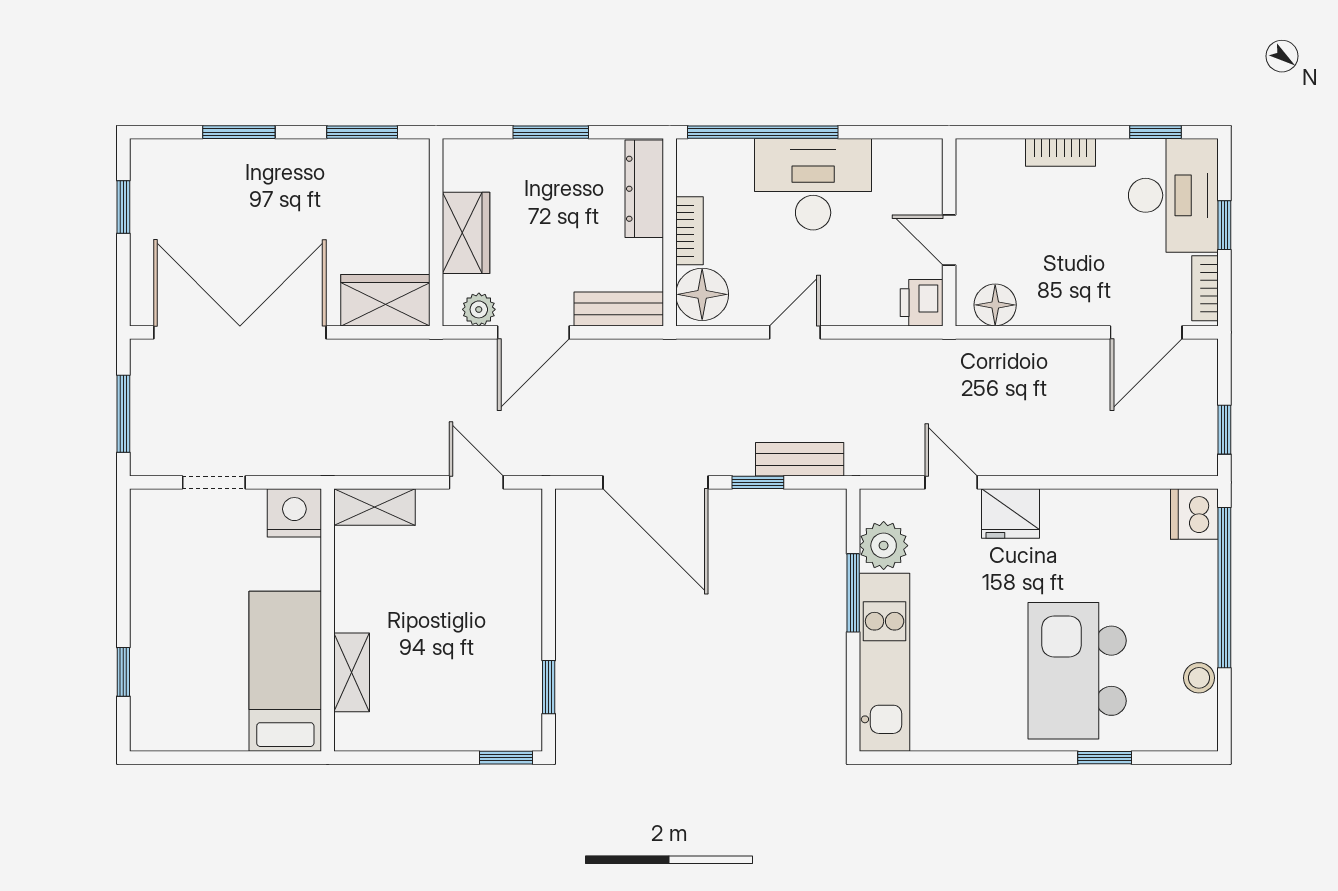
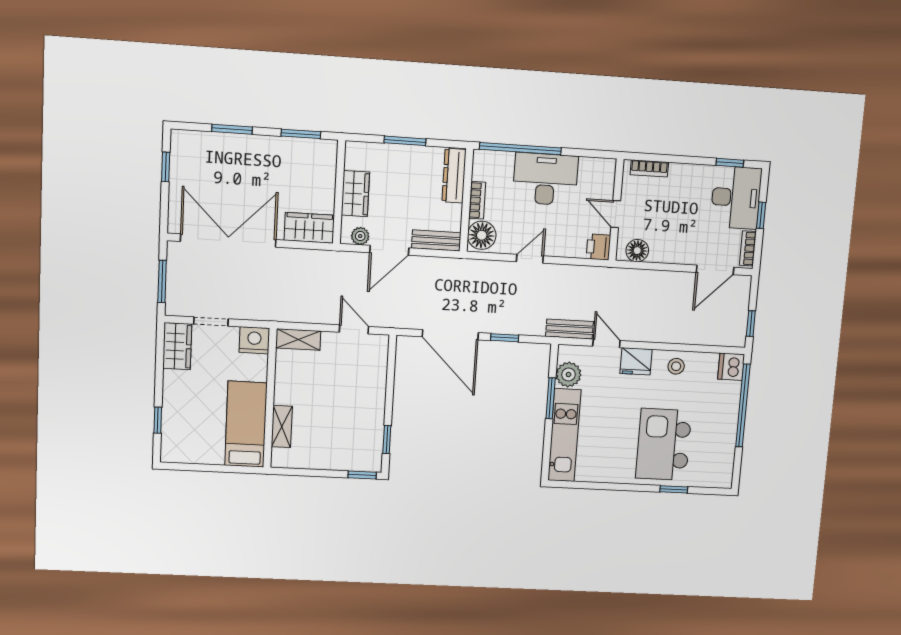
bookcase: (1060, 152) -> (649, 168), moved
bench: (800, 459) -> (569, 329), moved
wardrobe: (154, 532) -> (177, 346), added
stool: (1199, 678) -> (676, 366), moved

